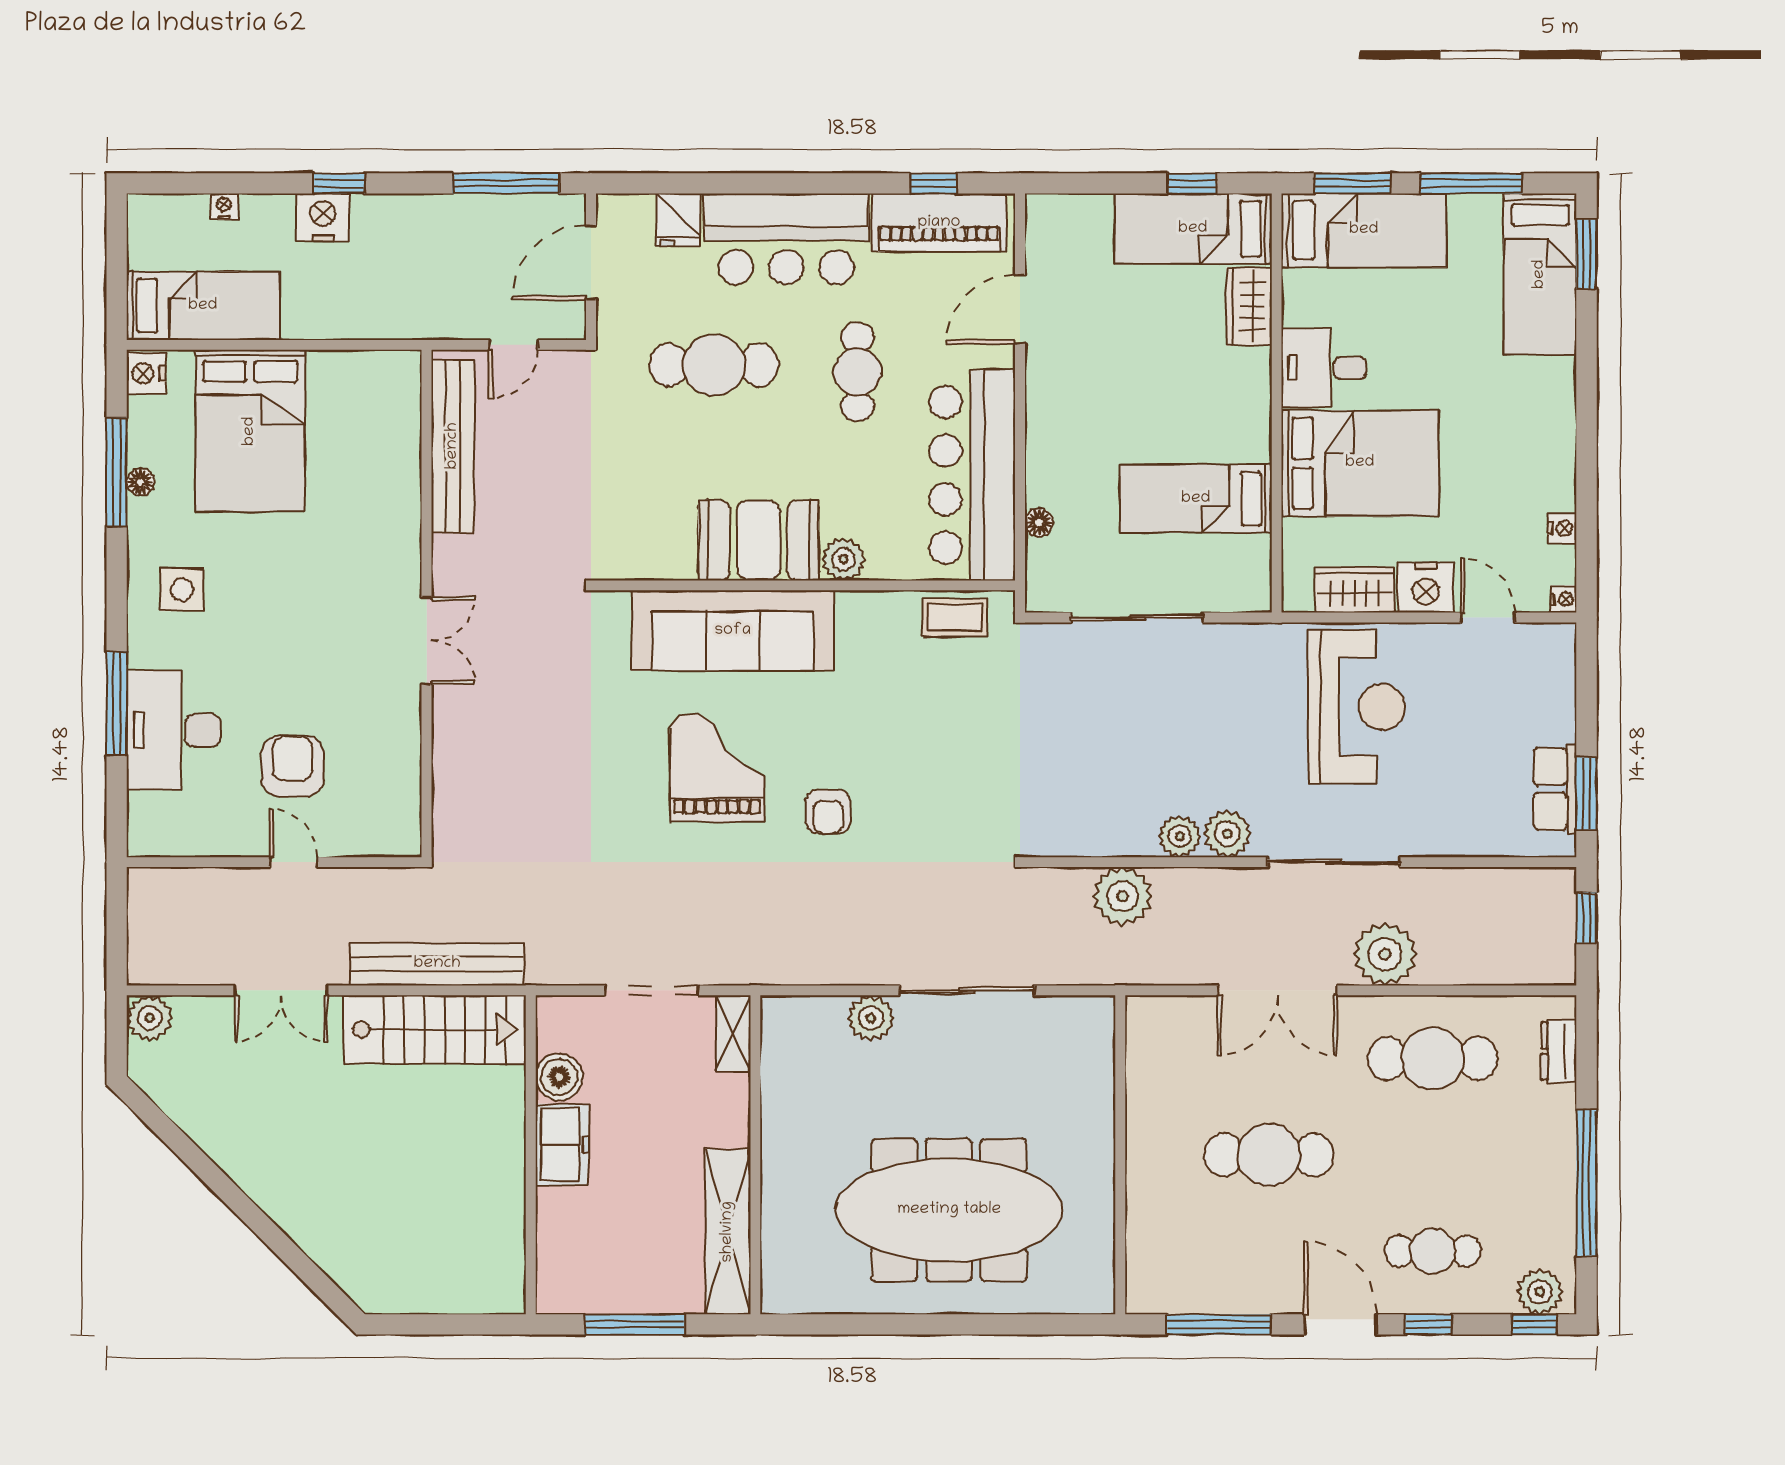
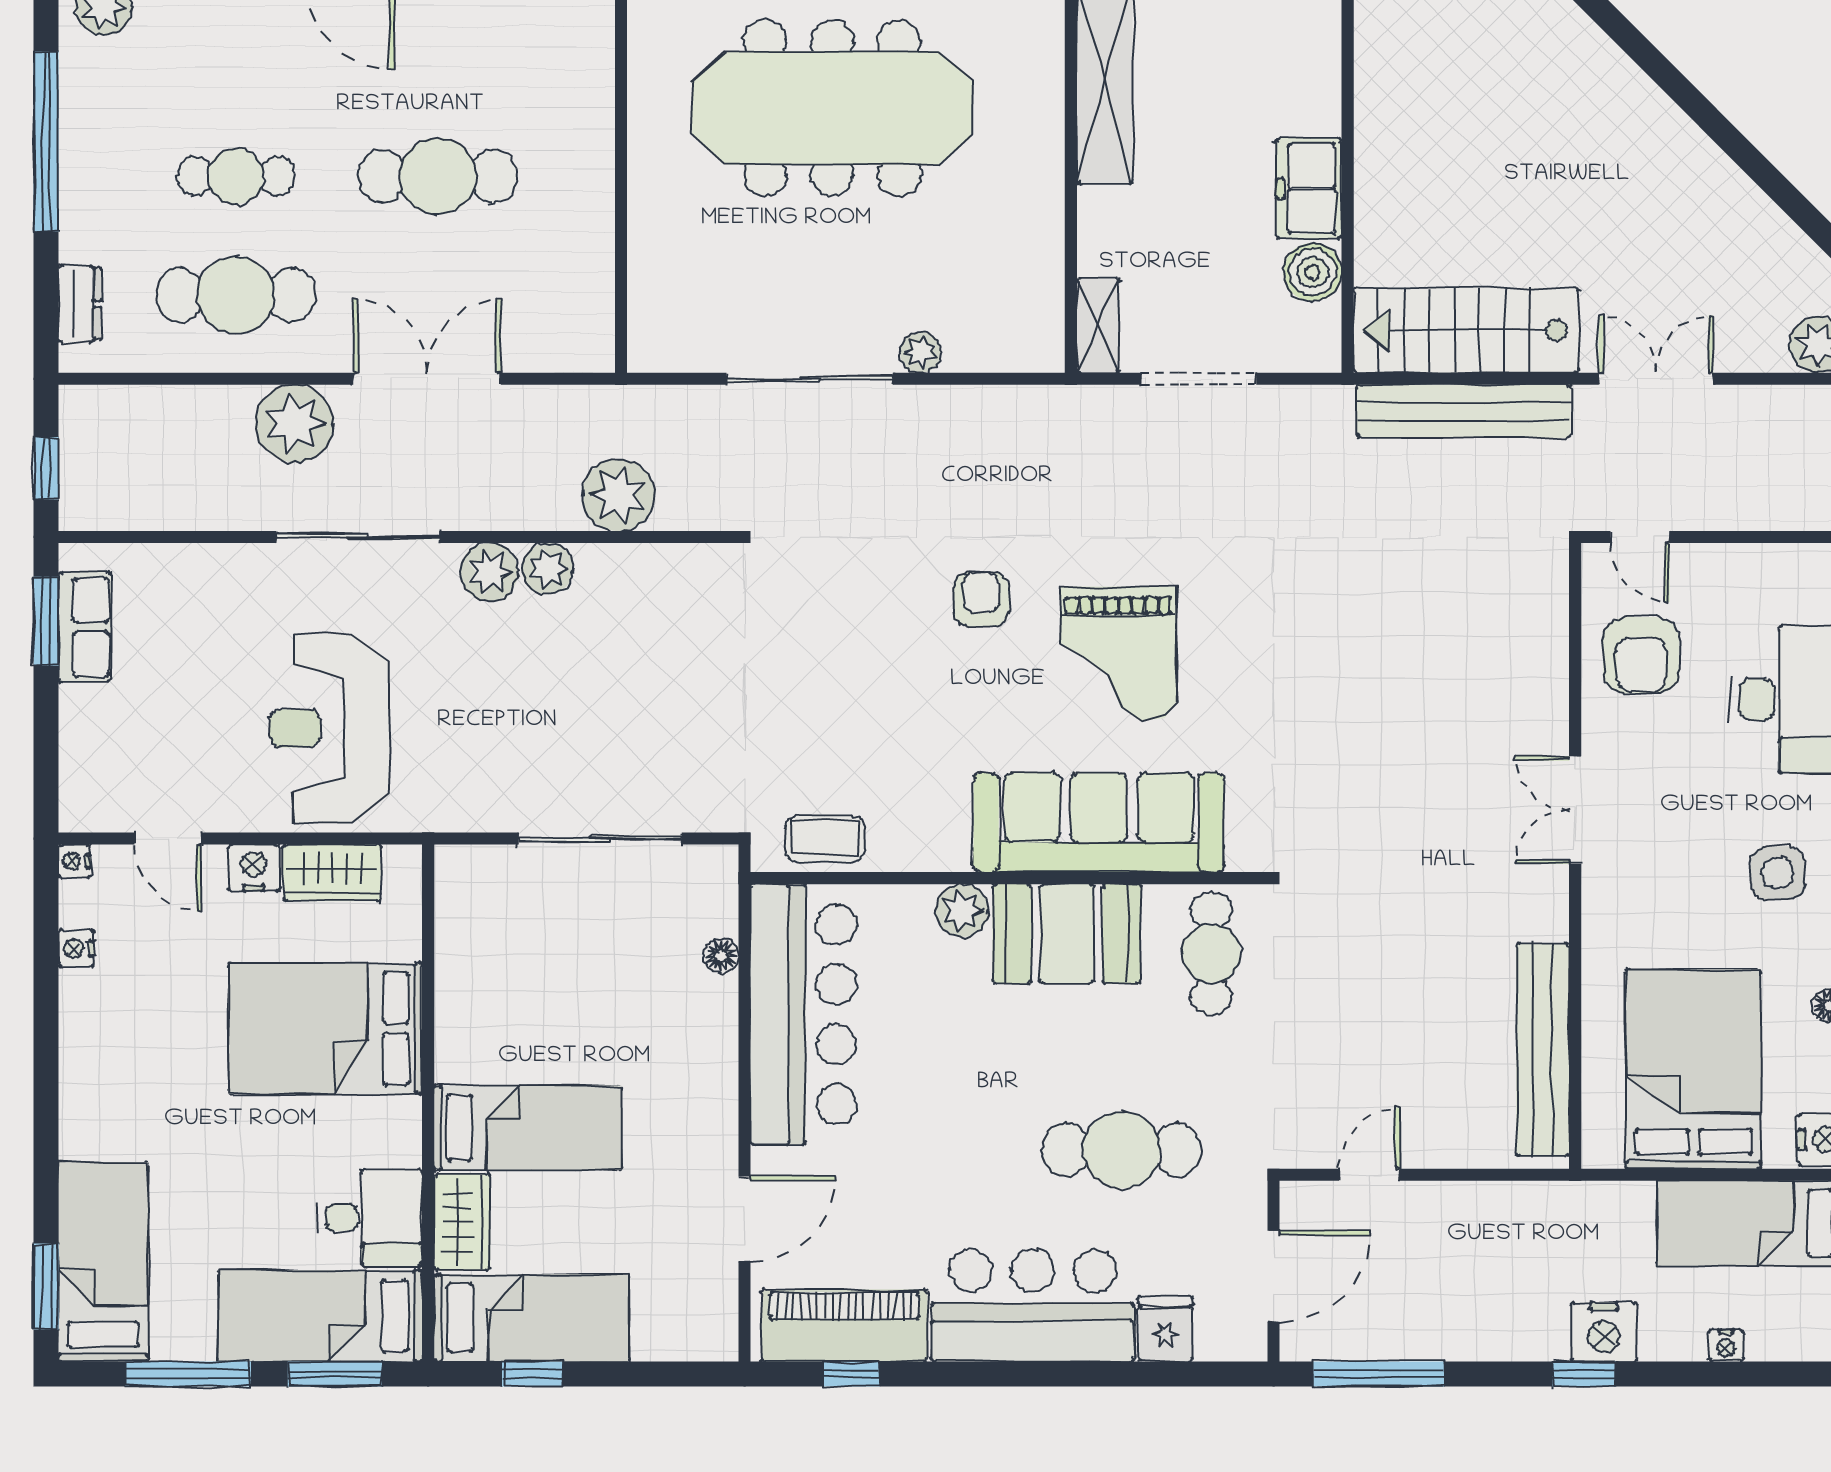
desk: (1324, 368) -> (370, 1218), moved
cafe table: (858, 372) -> (1211, 954), moved
bench: (453, 446) -> (1543, 1050), moved
bed: (1196, 499) -> (528, 1128), moved
nightstand: (1426, 587) -> (254, 868), width x0.74, depth x0.75
wall: (427, 603) -> (1575, 856), moved
double door: (427, 641) -> (1575, 810), moved
plant: (871, 1018) -> (921, 352), width x0.73, depth x0.73
cafe table: (1433, 1251) -> (236, 176), moved

